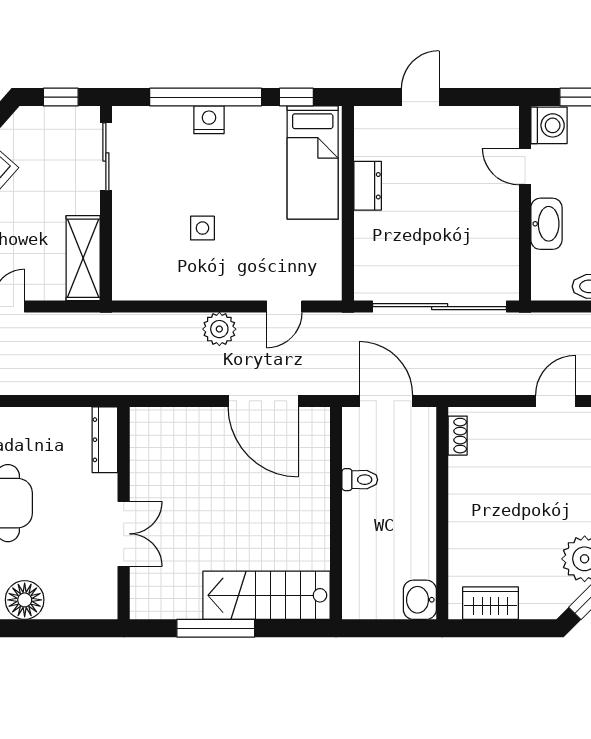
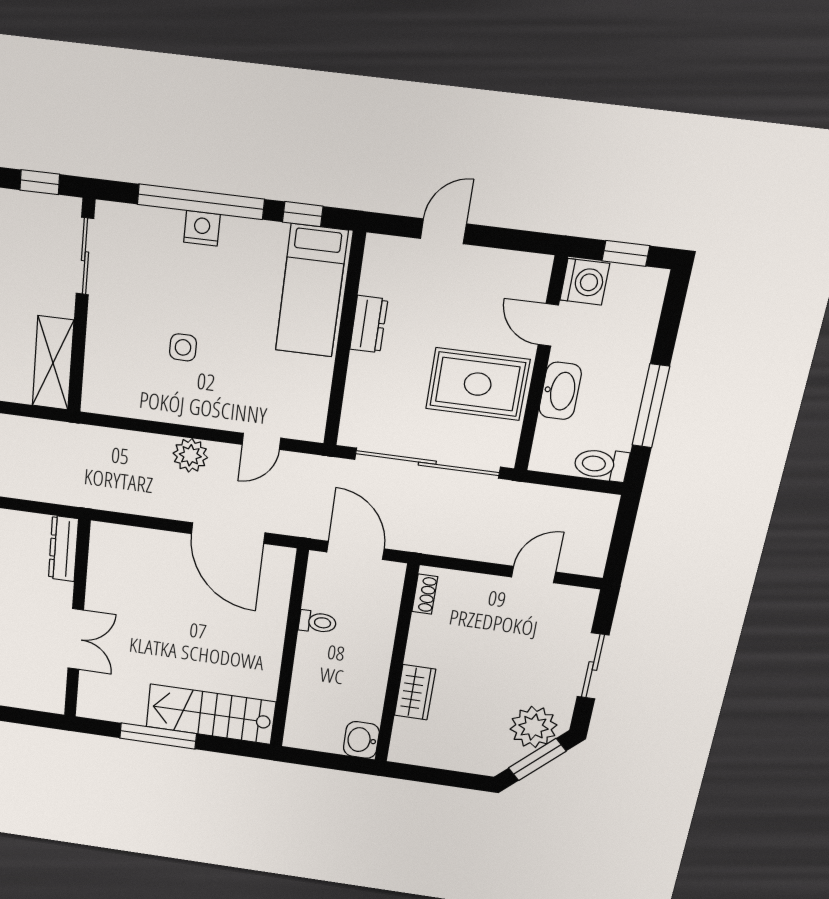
rug: (473, 227) -> (478, 384), added
wardrobe: (491, 603) -> (415, 692), moved, turned 90

